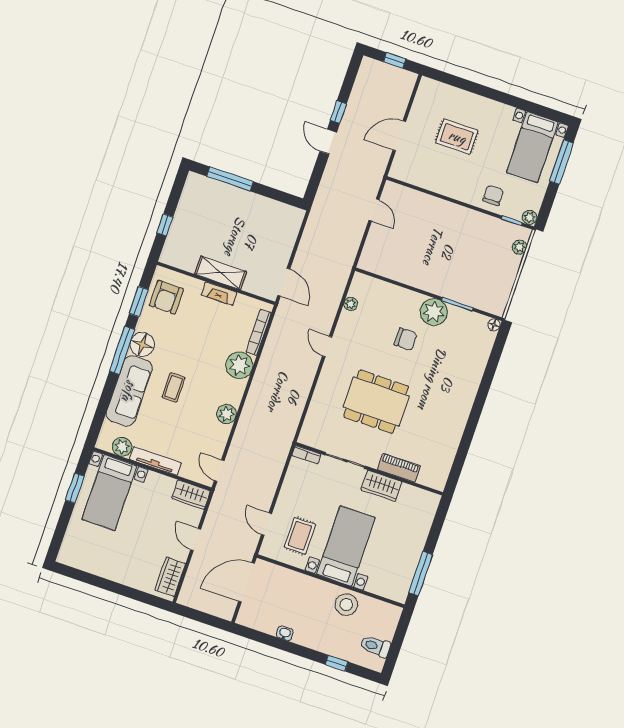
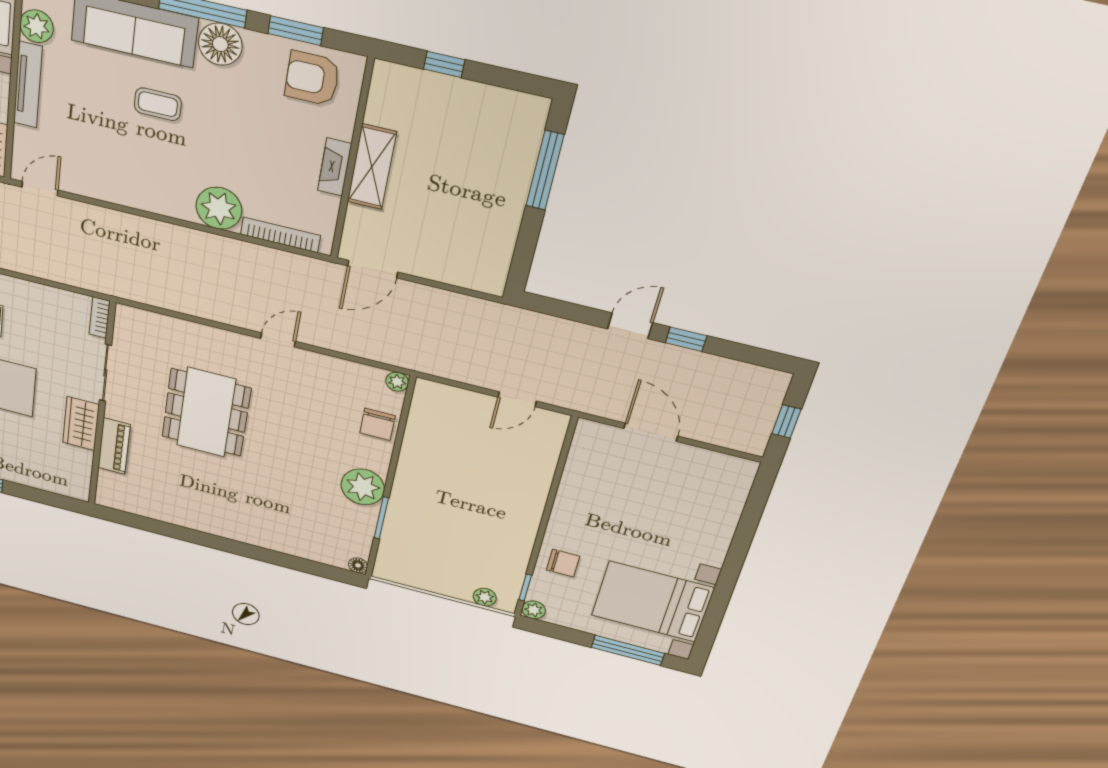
rug: (457, 137) -> (657, 513), removed
bed with nightstands: (532, 147) -> (652, 602), width x1.36
plant: (351, 304) -> (397, 382), moved
chair: (406, 339) -> (378, 424), moved
plant: (227, 414) -> (134, 194), removed

